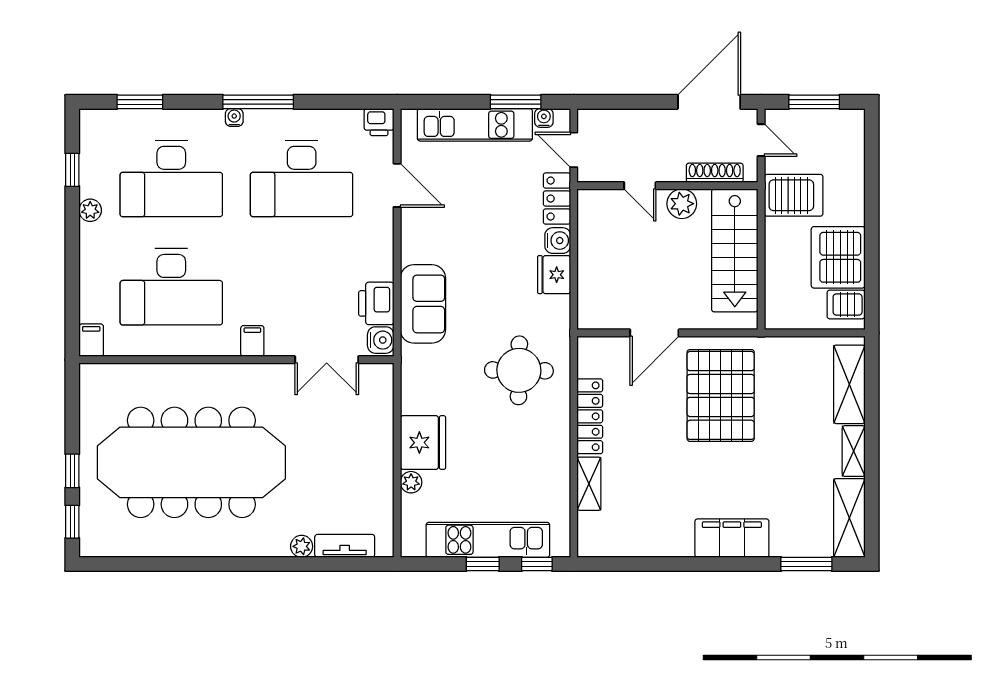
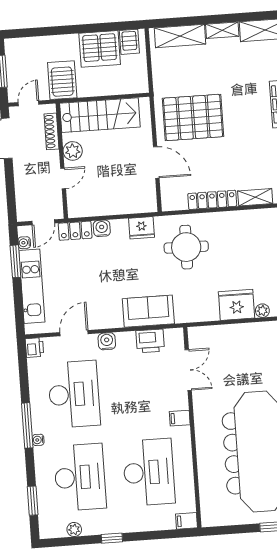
window: (72, 170) -> (112, 538), moved
plant: (90, 210) -> (74, 529), moved
fridge: (554, 275) -> (142, 228), moved
water cooler: (381, 340) -> (107, 341), moved

